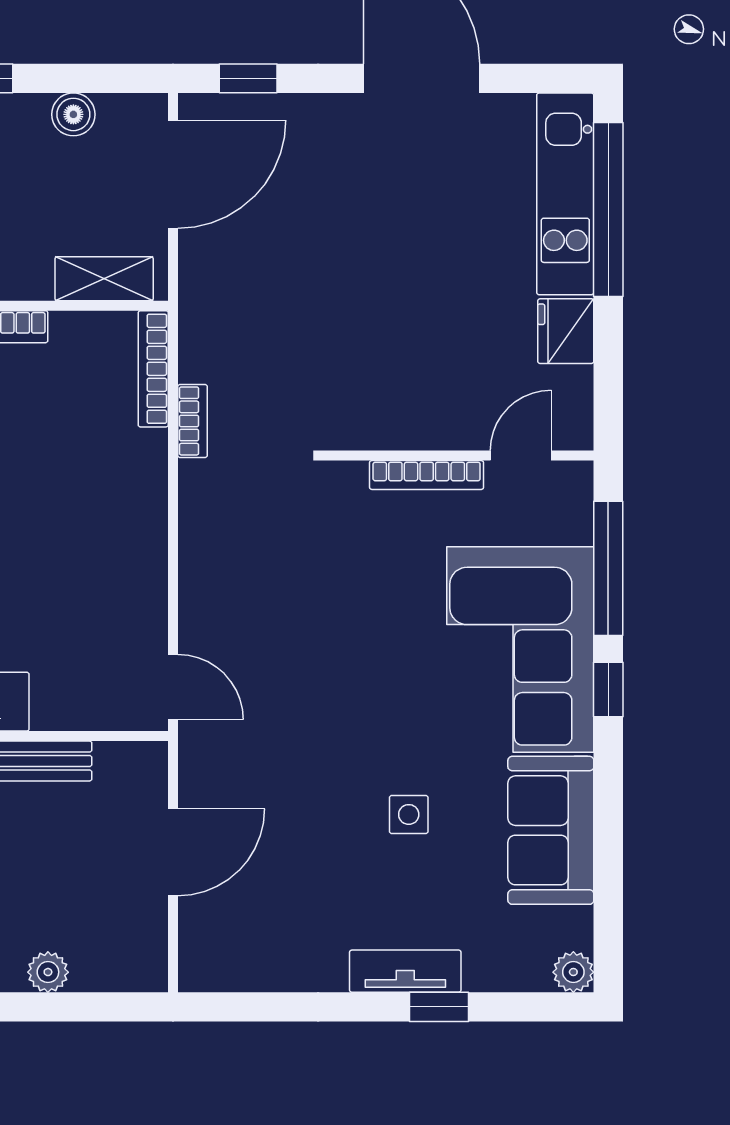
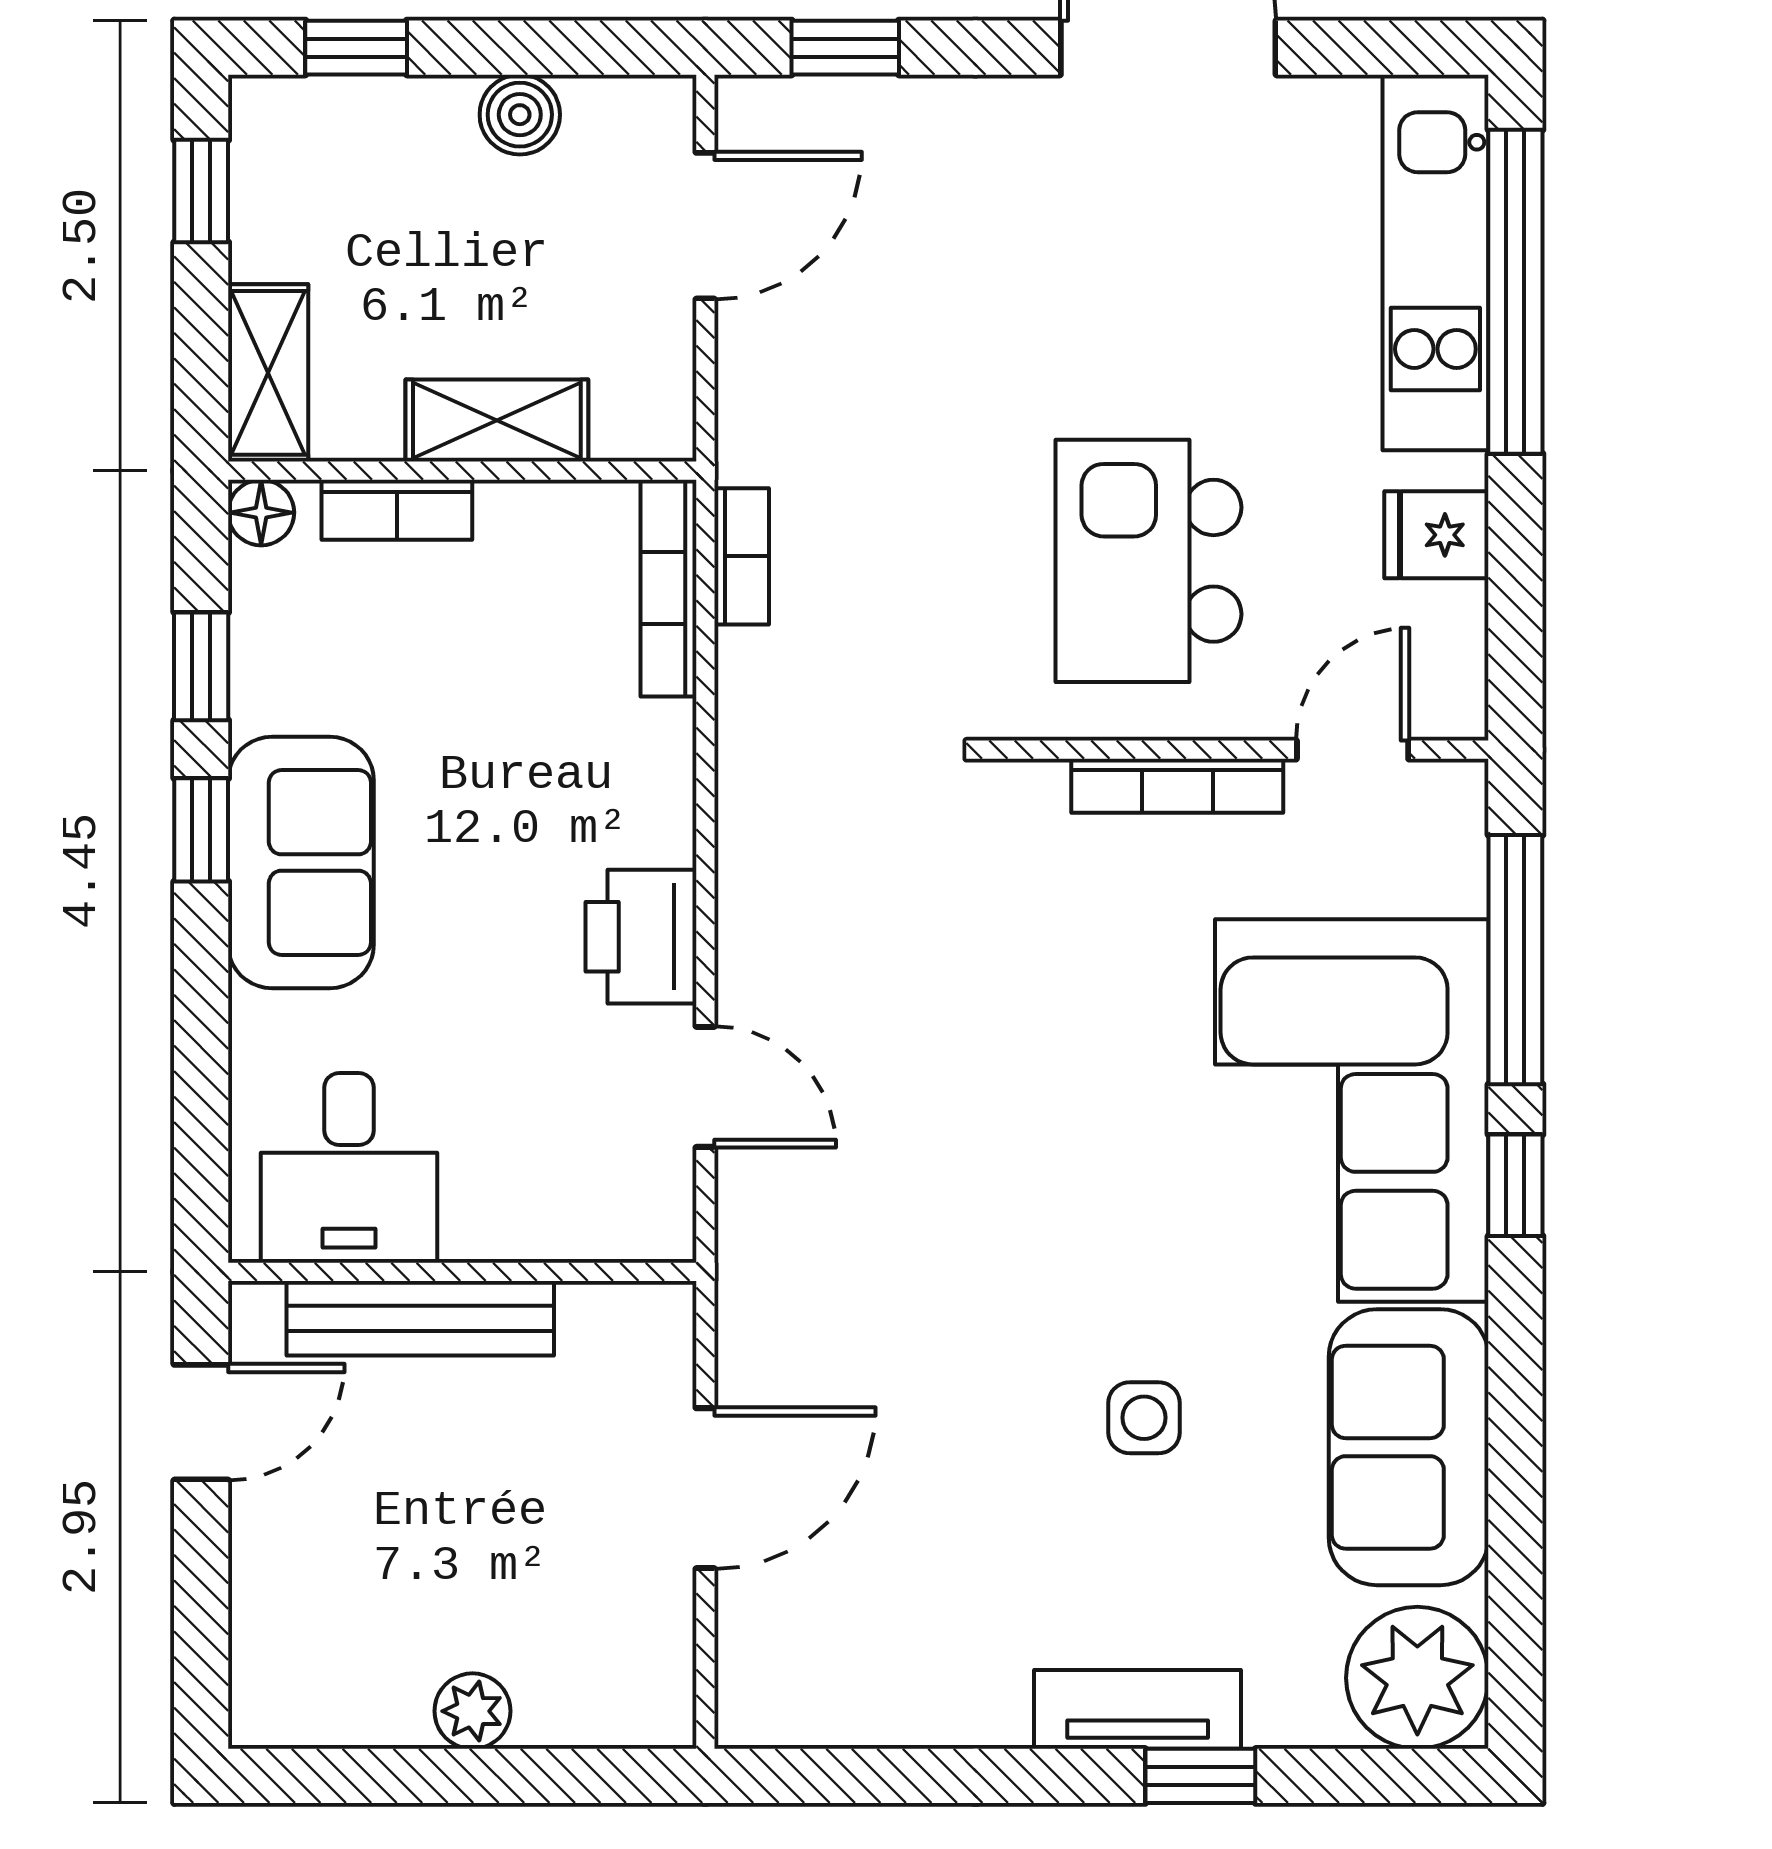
door: (173, 174) -> (705, 226), width x0.73
shelving: (104, 279) -> (497, 421), moved
fridge: (566, 331) -> (1436, 535), width x0.72
kitchen island: (411, 354) -> (1149, 561), added
bookcase: (193, 421) -> (742, 556), moved
printer: (138, 556) -> (641, 937), added
door: (173, 687) -> (705, 1087), moved
plant: (573, 972) -> (1417, 1678), width x1.88, depth x1.88

